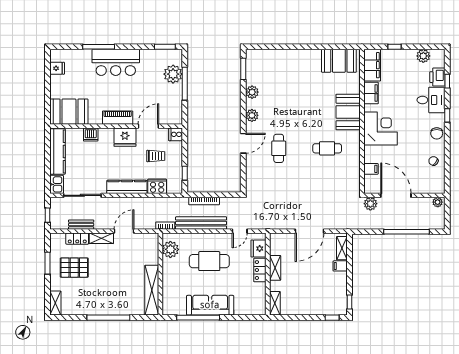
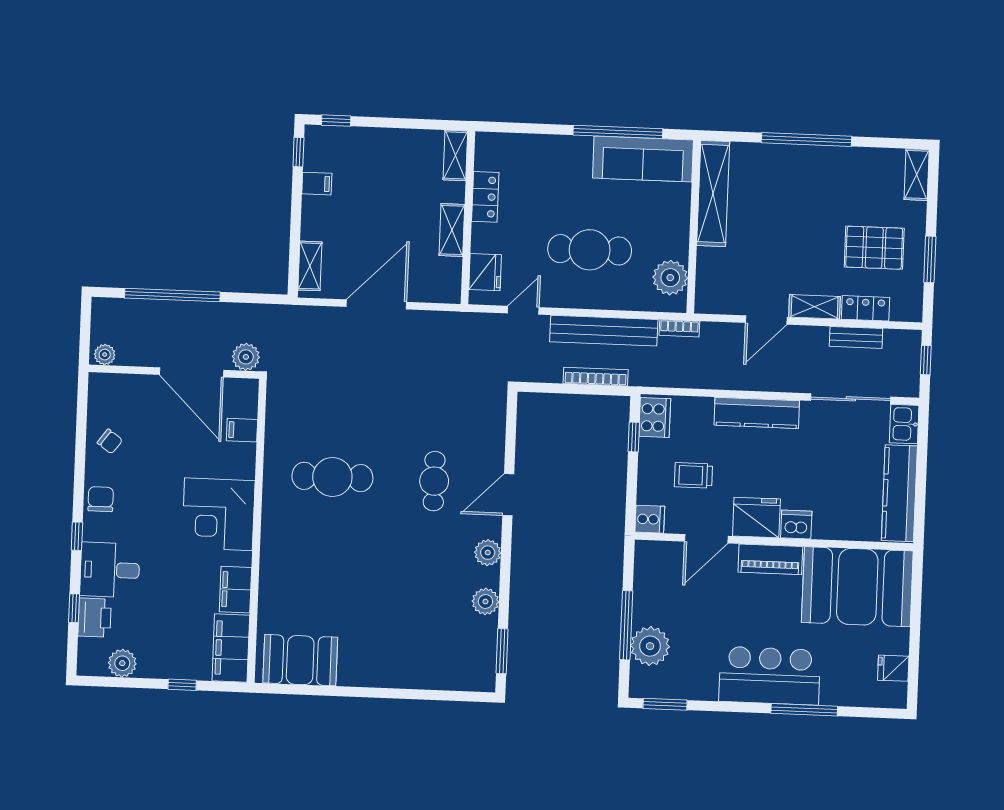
booth: (69, 112) -> (857, 587), width x1.36, depth x1.42
booth: (348, 112) -> (285, 552), removed
dishwasher: (91, 135) -> (796, 525), moved
cafe table: (327, 148) -> (332, 477), width x1.37, depth x1.35
cooker: (157, 186) -> (655, 418), moved, turned -90
filing cabinet: (340, 266) -> (317, 184), moved
locker: (260, 270) -> (485, 197), moved
sofa: (210, 305) -> (643, 159), moved

